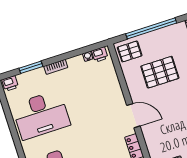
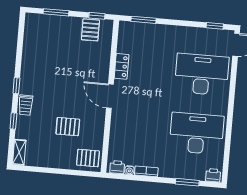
window: (151, 28) -> (59, 171), removed
bookcase: (56, 67) -> (146, 171), moved
pallet: (160, 72) -> (68, 127), width x0.67, depth x0.71

